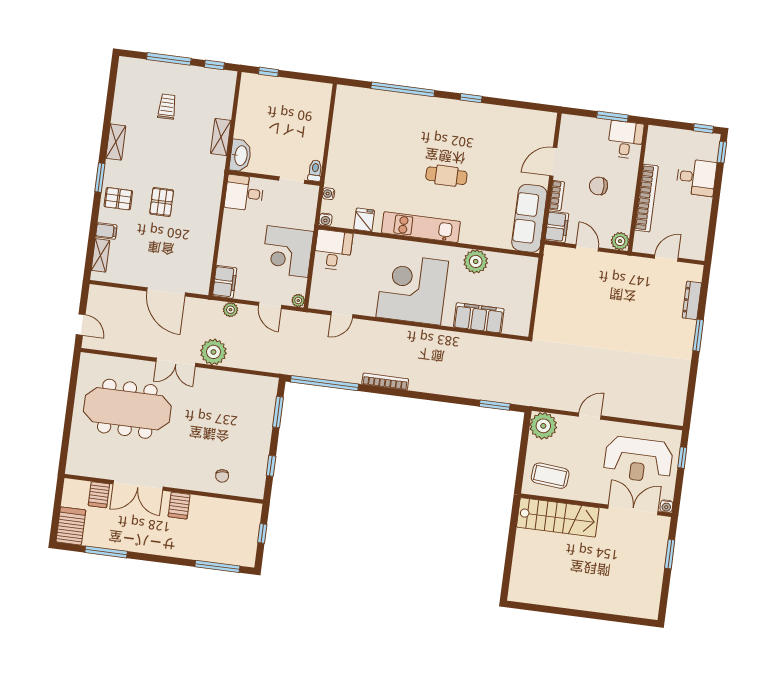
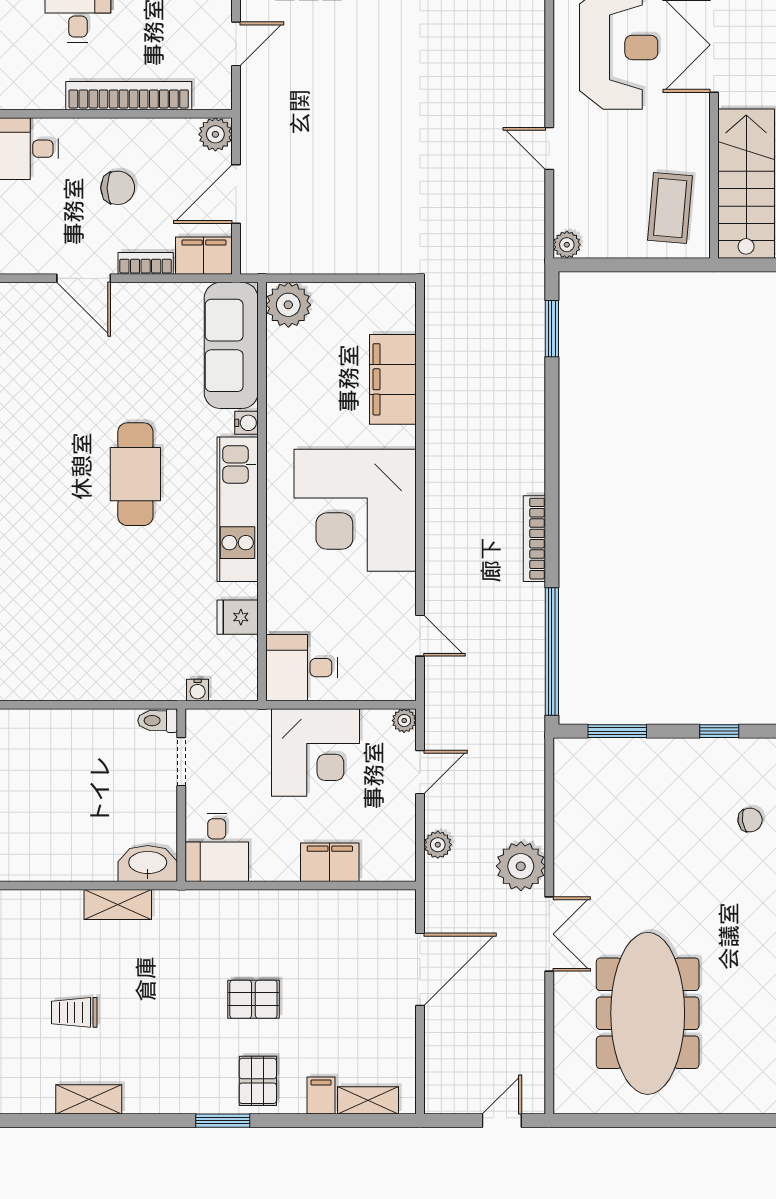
shelving: (116, 142) -> (89, 1099), moved
cafe table: (446, 176) -> (135, 474), width x1.37, depth x1.35
chair: (599, 186) -> (118, 188), turned -90
sofa: (529, 218) -> (231, 345), moved, turned 90
water cooler: (326, 219) -> (246, 423), moved
door: (587, 248) -> (236, 194), width x1.38
door: (666, 258) -> (236, 44), swing flipped
plant: (476, 261) -> (288, 305), moved
filing cabinet: (225, 282) -> (330, 862), moved
plant: (543, 426) -> (567, 245), width x0.53, depth x0.53

